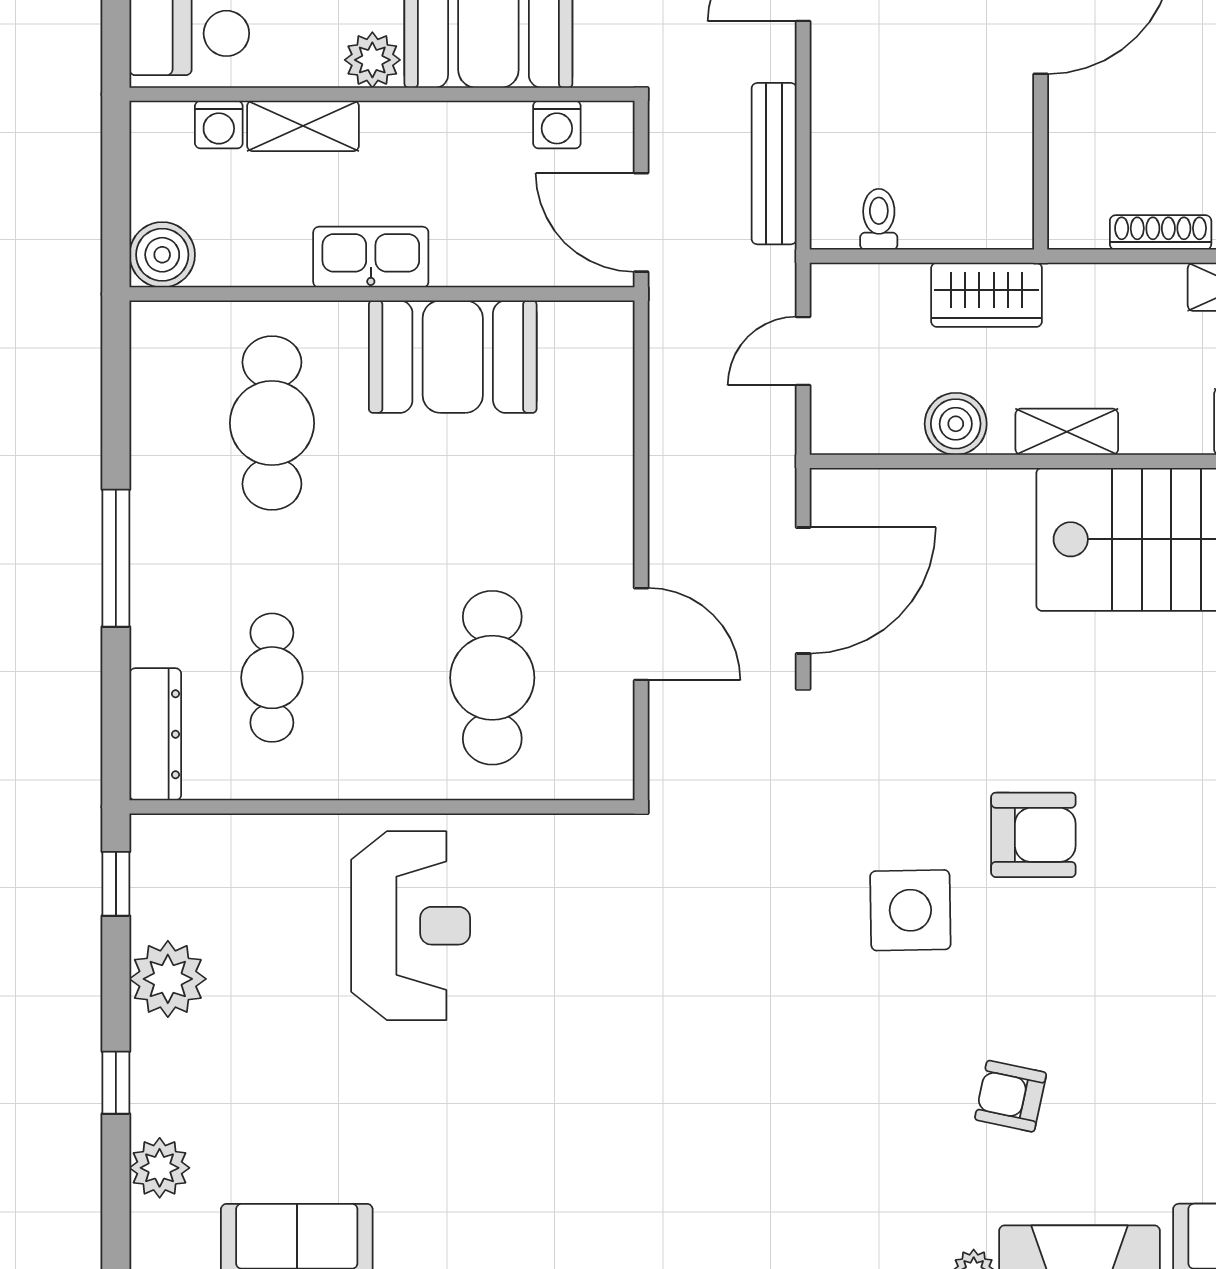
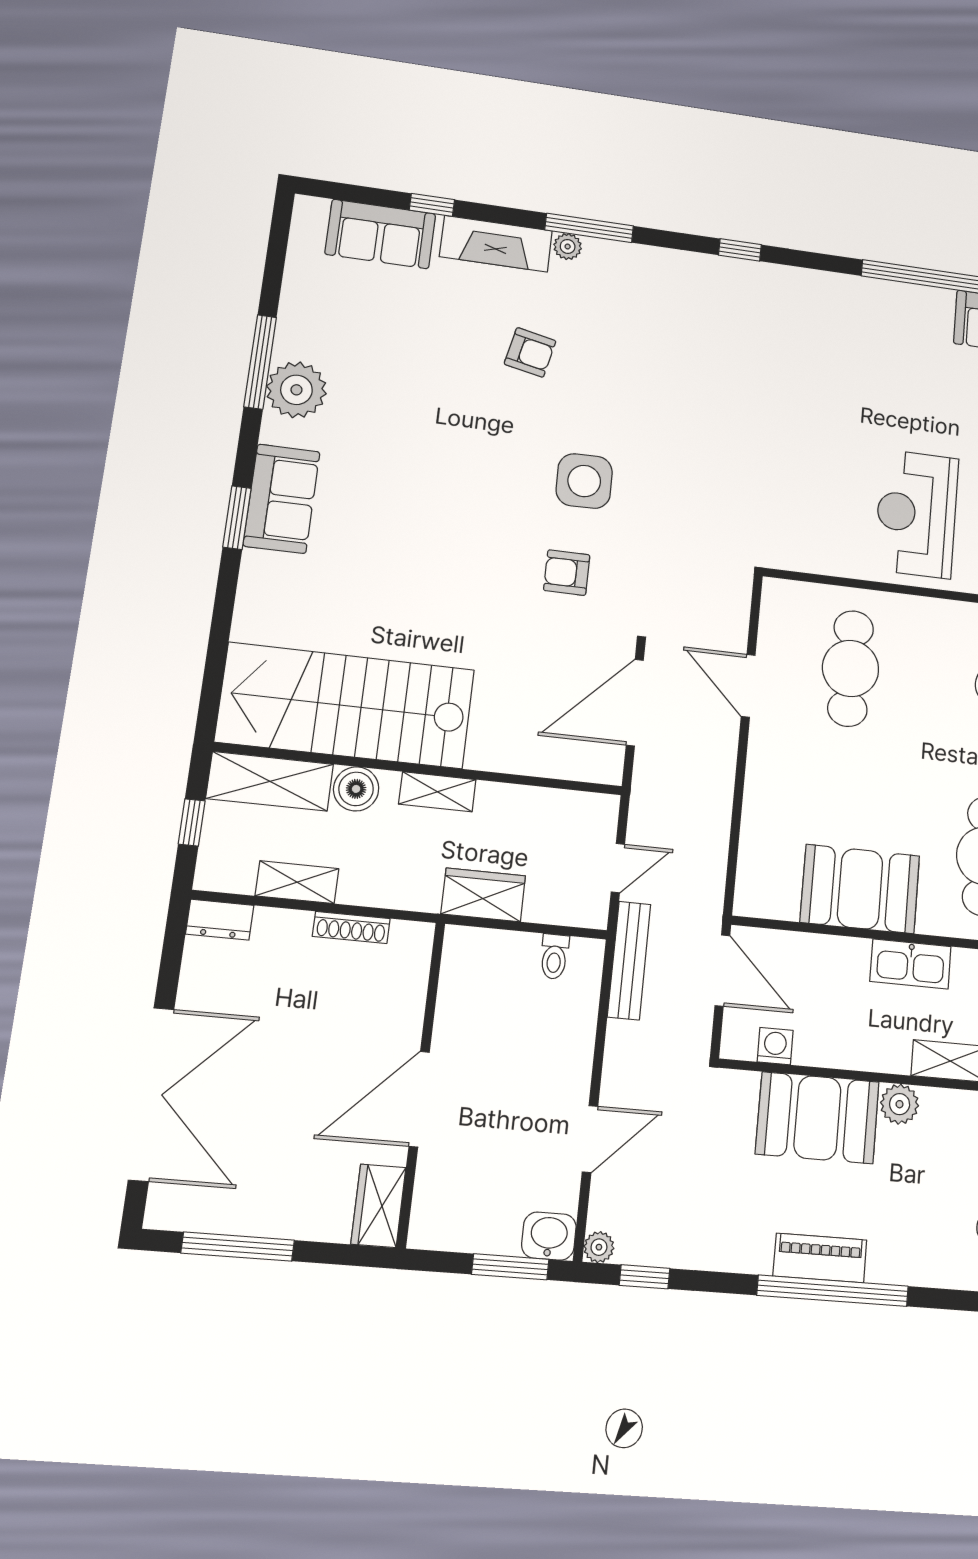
bench: (774, 164) -> (629, 960), moved
boiler: (956, 424) -> (356, 789), moved
armchair: (1033, 835) -> (567, 573), moved, width x0.72, depth x0.72

